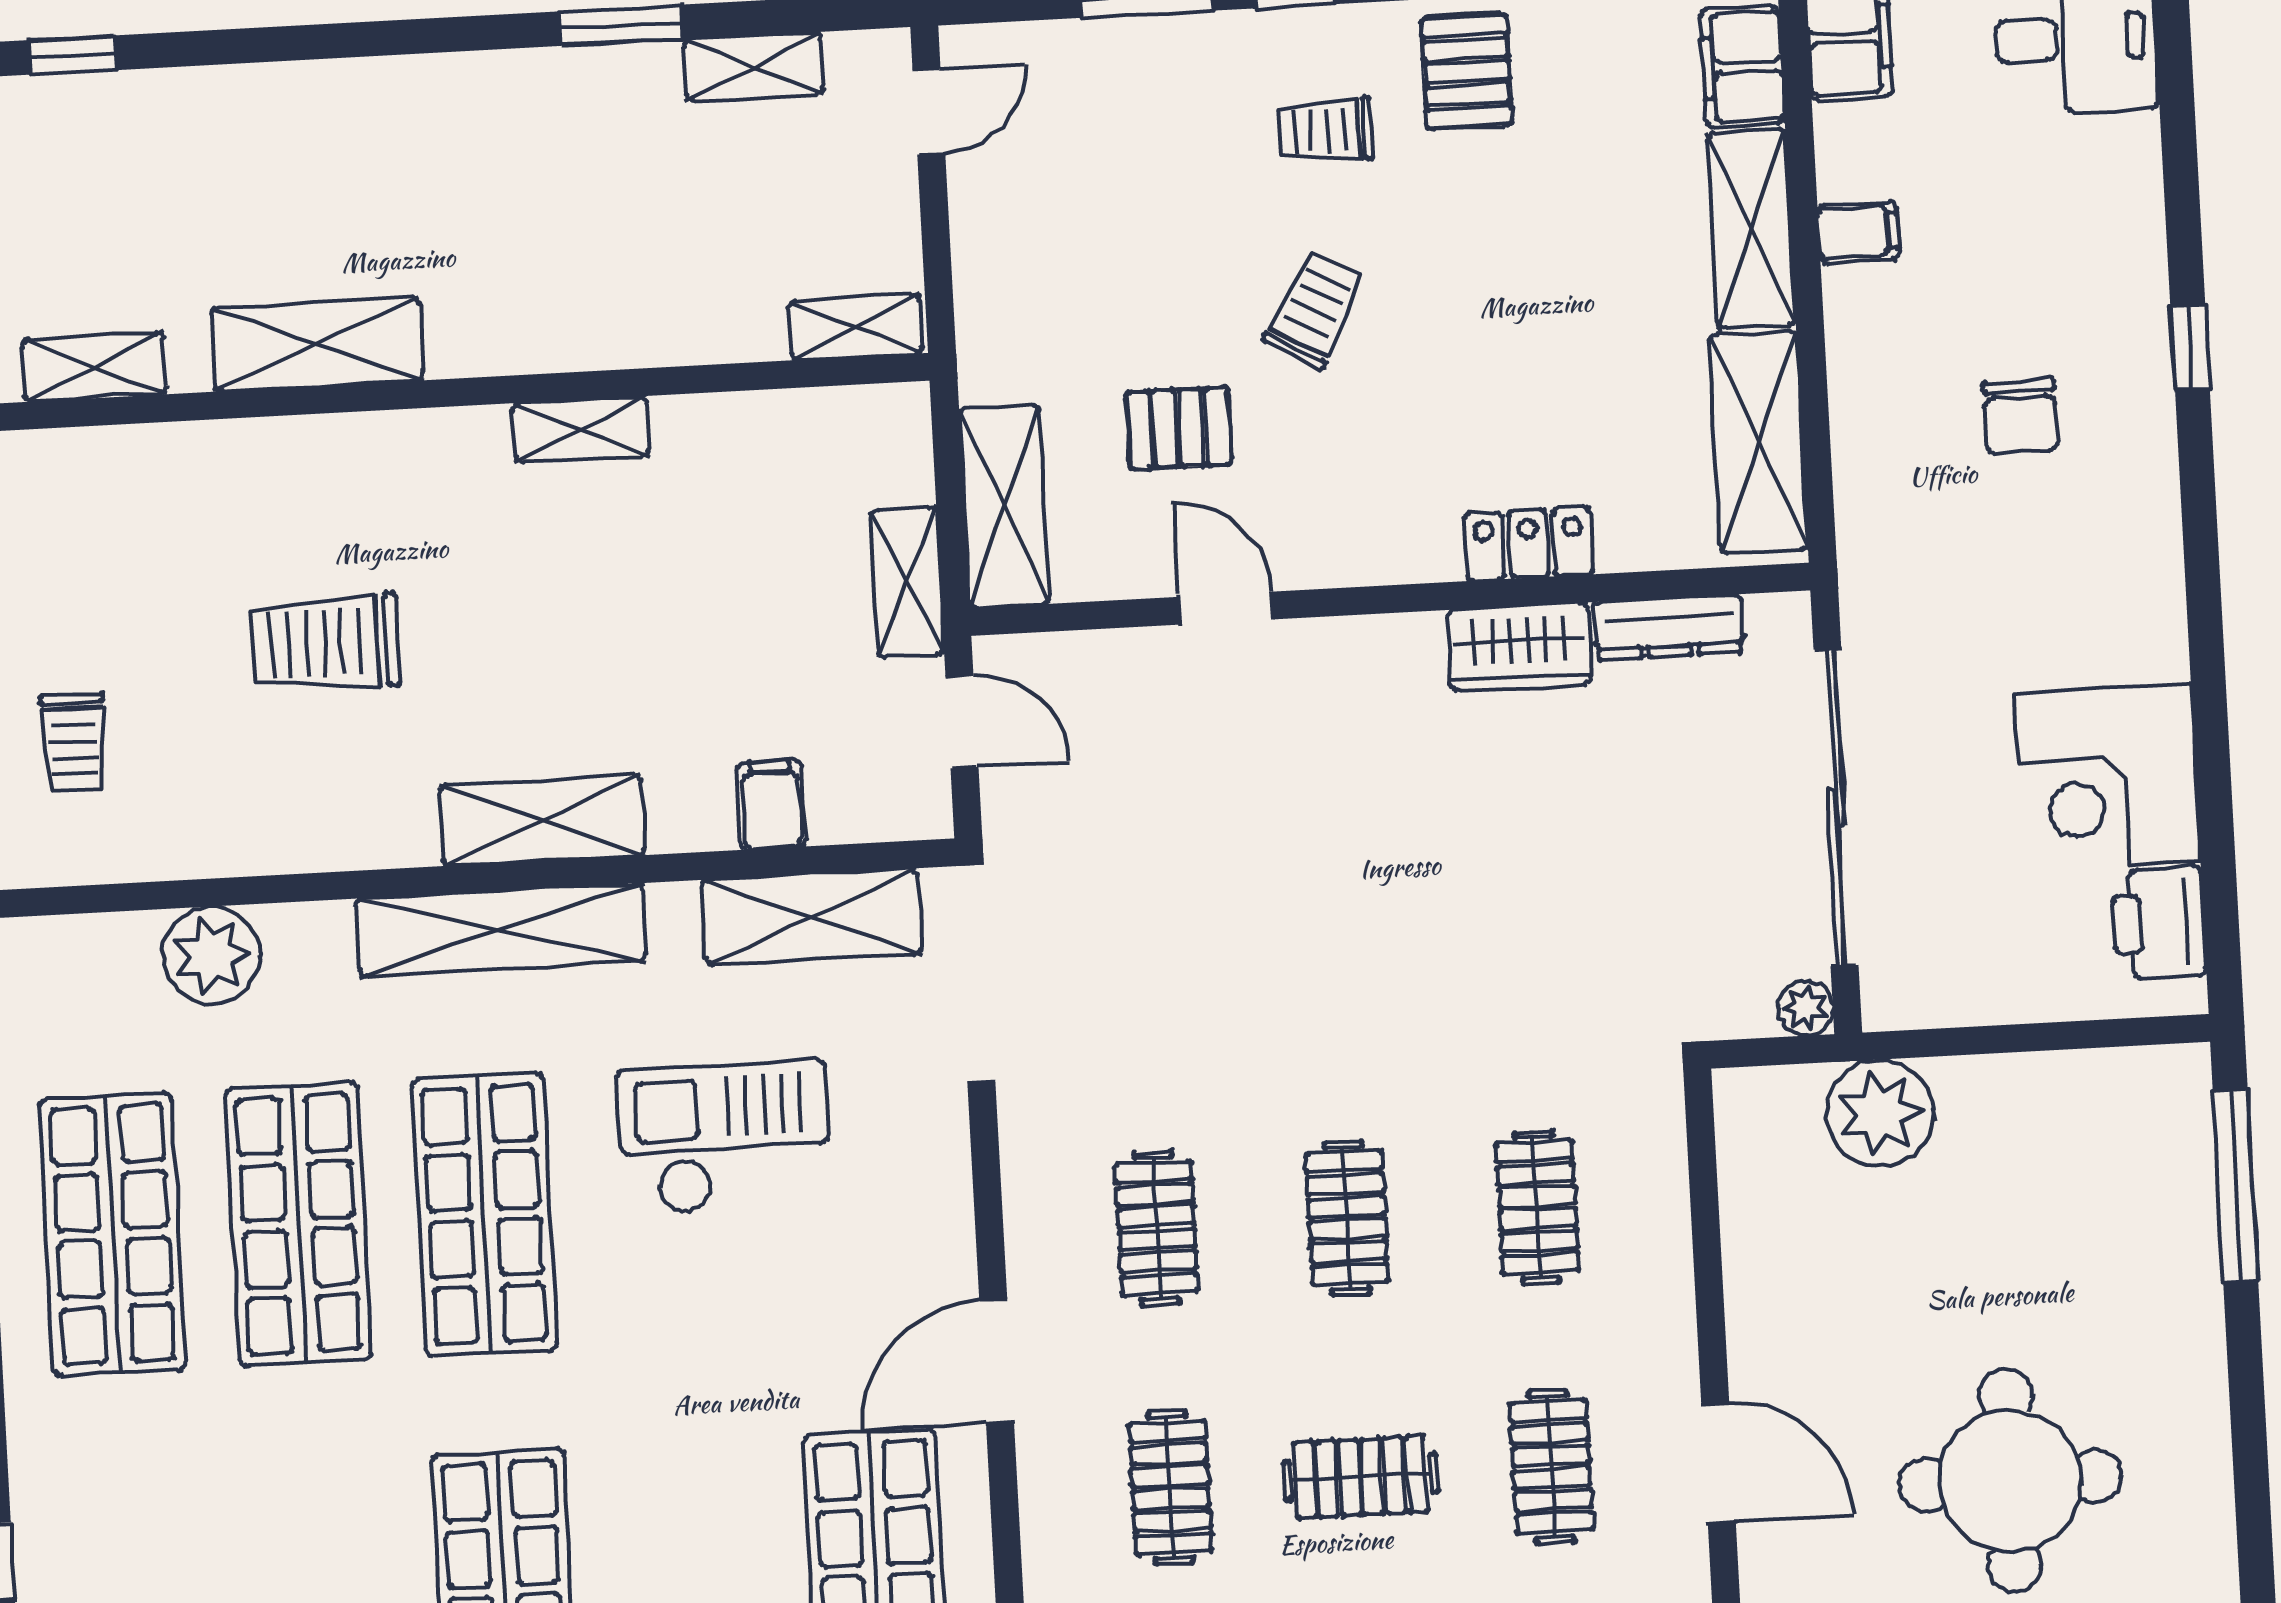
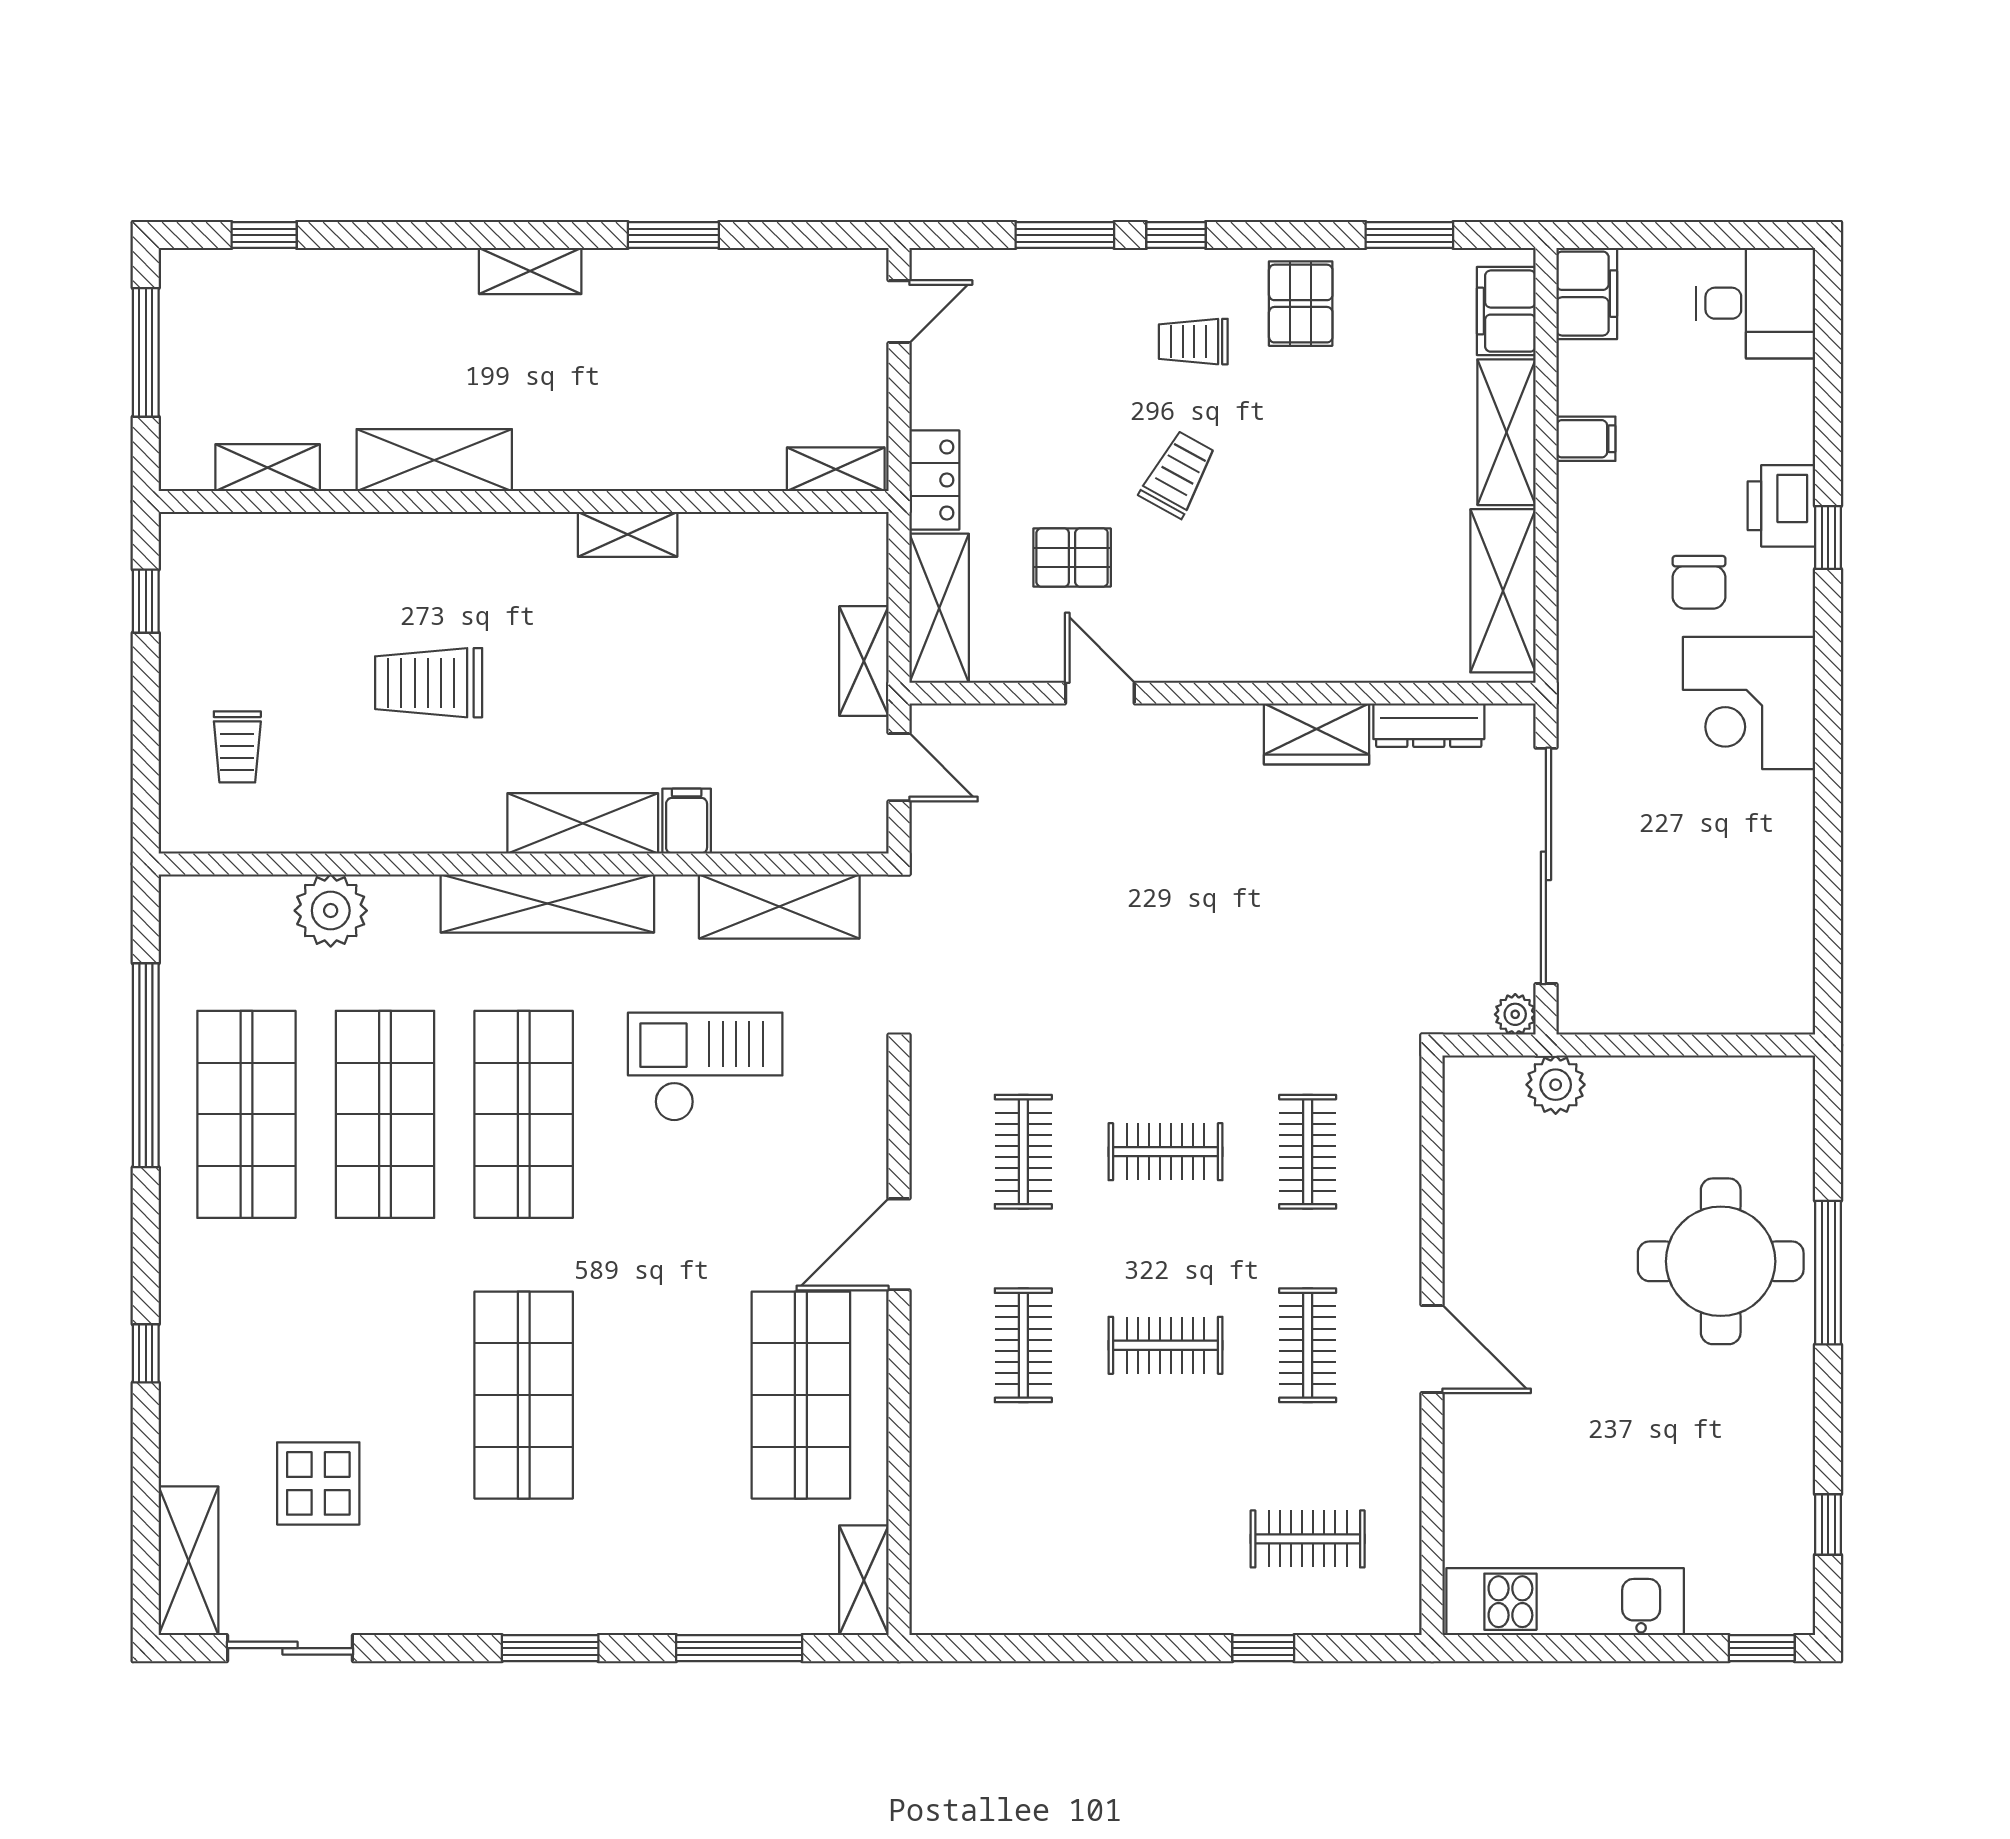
shelving: (754, 67) -> (530, 271), moved
locker: (1528, 544) -> (934, 480), moved, turned 90
corner desk: (2107, 777) -> (1749, 703), moved
filing cabinet: (771, 805) -> (687, 821), moved
printer: (2159, 923) -> (1781, 506), moved
plant: (1880, 1113) -> (1556, 1085), width x0.73, depth x0.73
window: (2236, 1187) -> (1828, 1273), moved
clothes rail: (1347, 1218) -> (1165, 1152), turned 90
round table: (2010, 1481) -> (1721, 1261), moved

